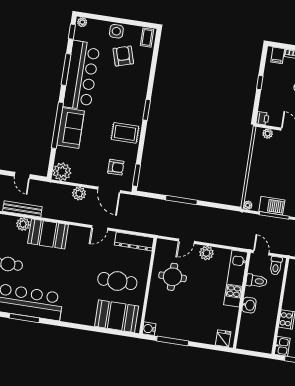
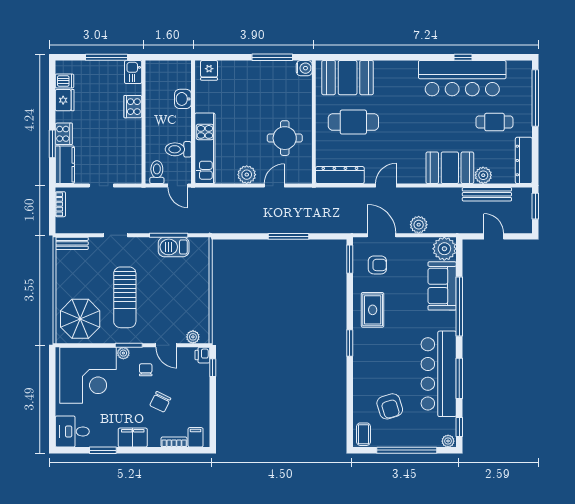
window: (115, 20) -> (407, 450), added
side table: (116, 31) -> (403, 436), removed
window: (260, 83) -> (213, 368), moved
sofa: (71, 128) -> (442, 286), moved
rug: (125, 133) -> (373, 310), turned 90
armchair: (116, 167) -> (377, 265), turned 180
plant: (248, 205) -> (204, 243), removed
washbasin: (249, 305) -> (183, 99), moved
window: (24, 318) -> (463, 57), width x0.46

